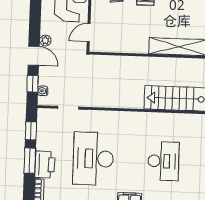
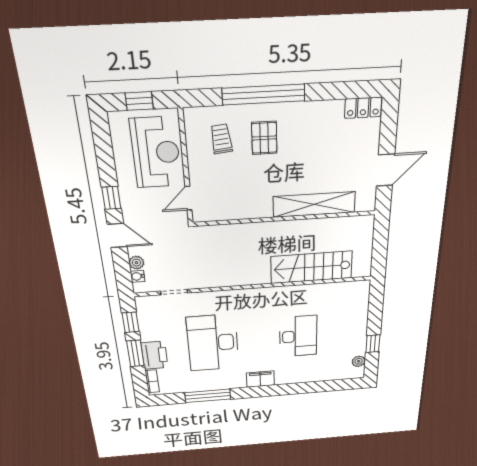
plant: (45, 41) -> (136, 263), moved
window: (33, 84) -> (111, 198), moved

